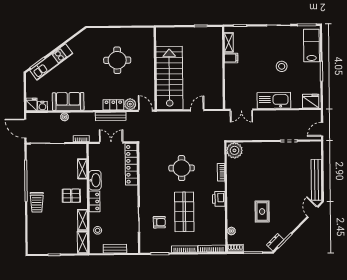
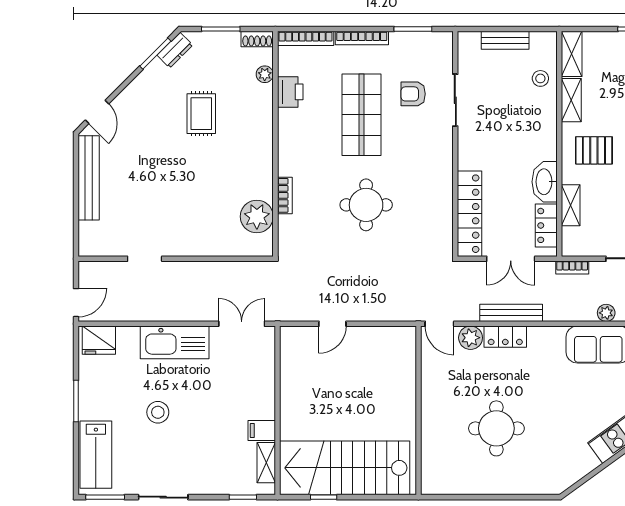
stairs: (169, 78) -> (345, 468), moved, turned 90
door: (322, 129) -> (76, 303), moved
plant: (234, 150) -> (257, 216), moved
printer: (219, 199) -> (290, 92), moved
locker: (94, 201) -> (546, 225), moved

